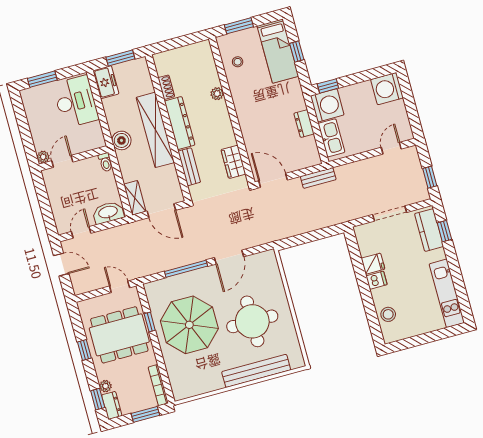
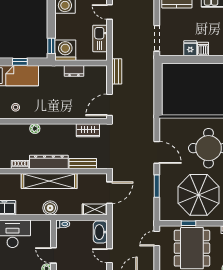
kitchen sink: (331, 138) -> (100, 38), moved, turned -90
doorway: (390, 214) -> (157, 38), moved
window: (186, 269) -> (157, 186), width x0.69

